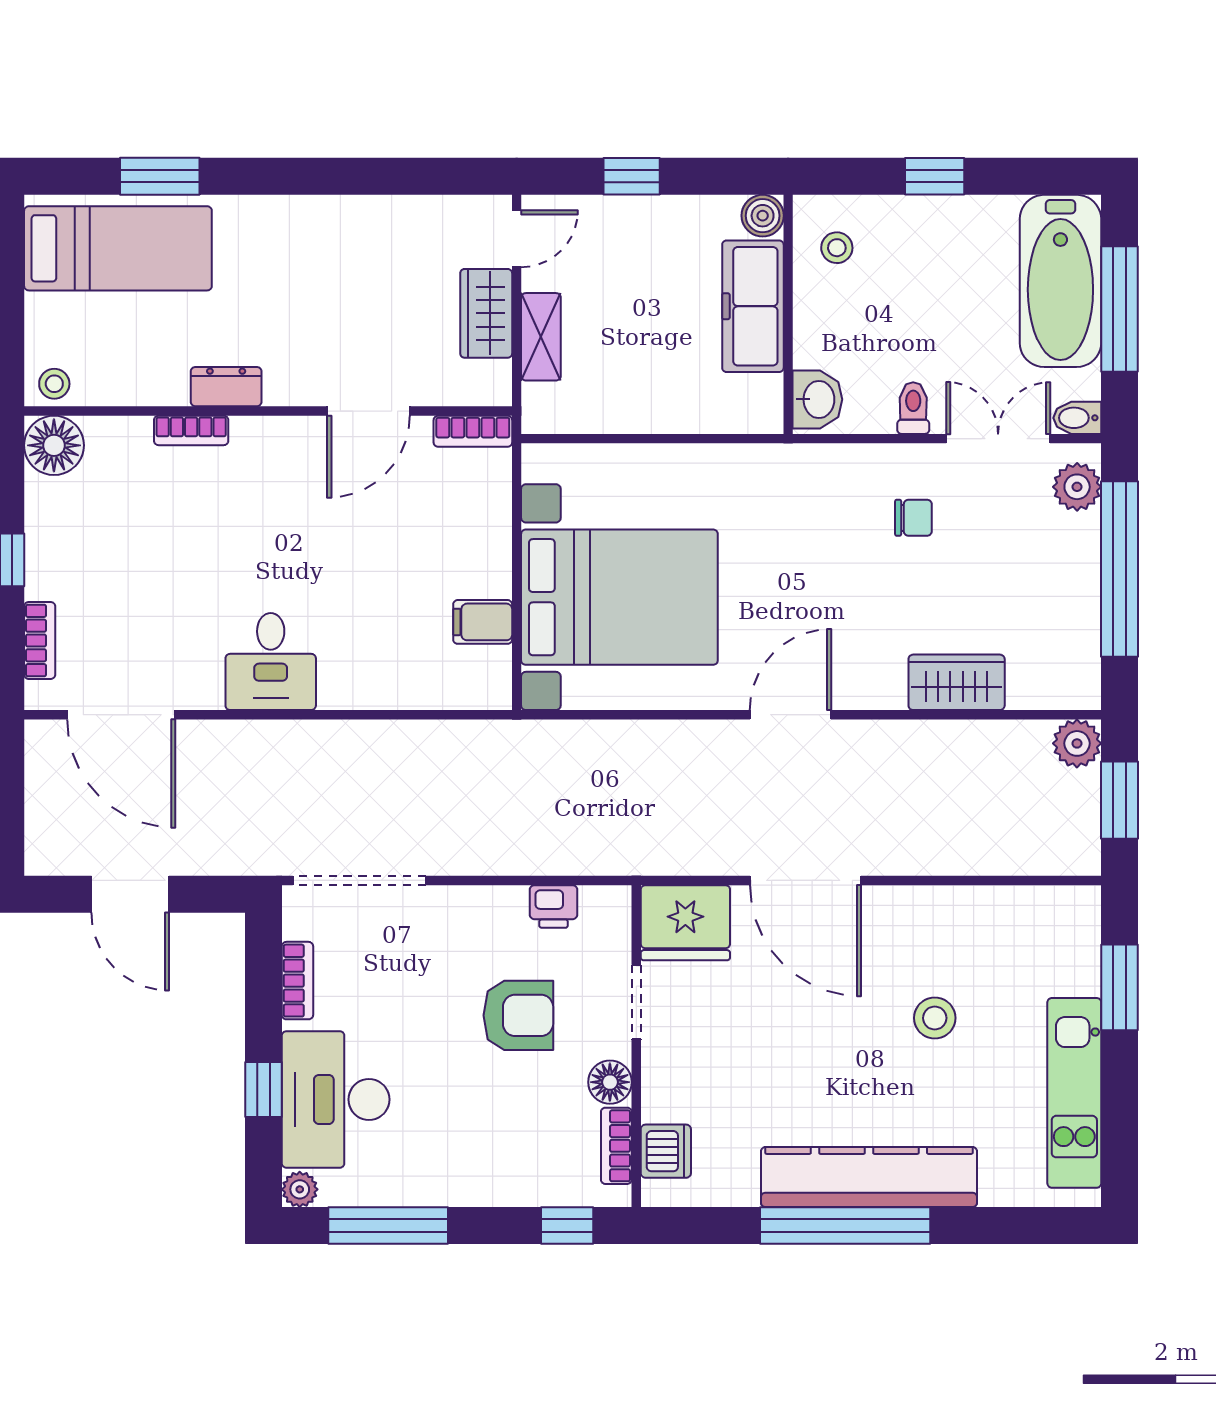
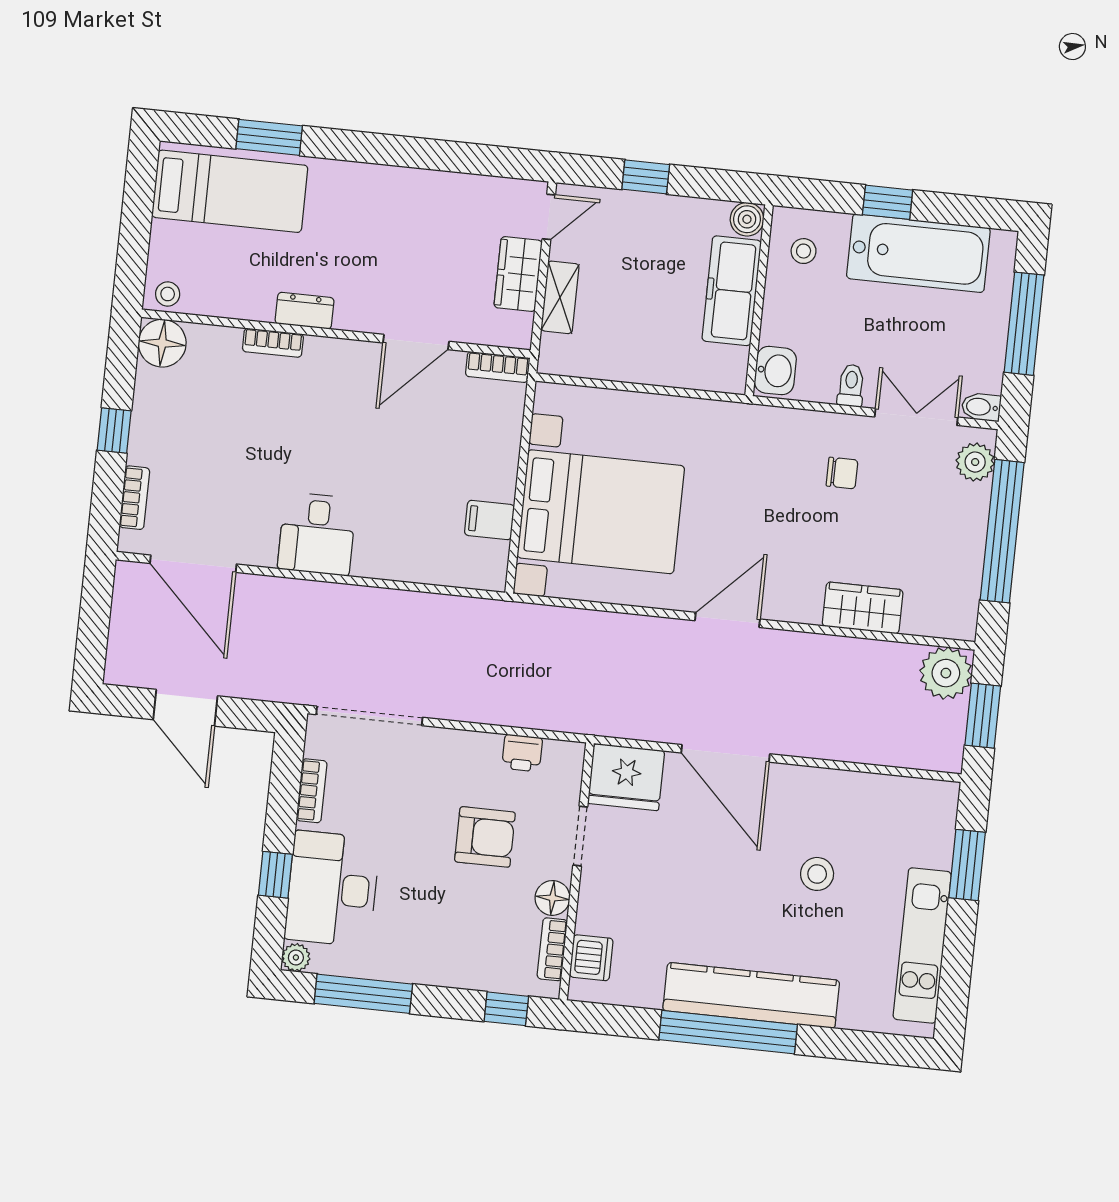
bathtub: (1060, 281) -> (918, 253), moved, turned -90
plant: (1077, 743) -> (946, 673), width x1.36, depth x1.36

